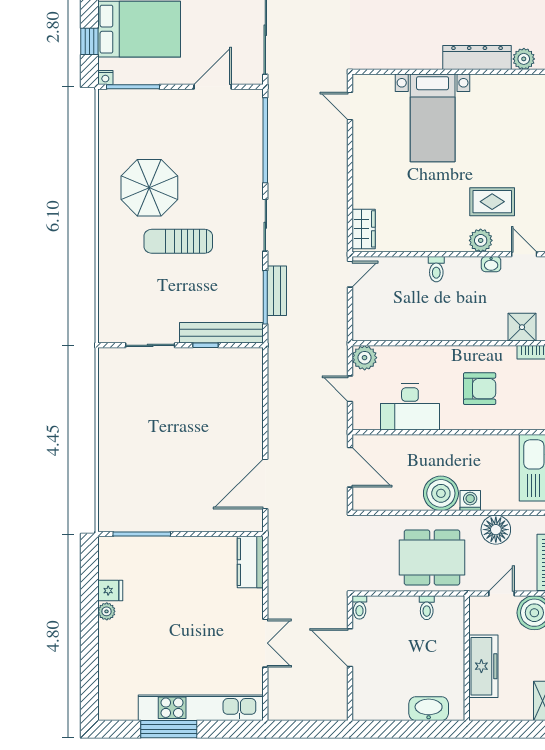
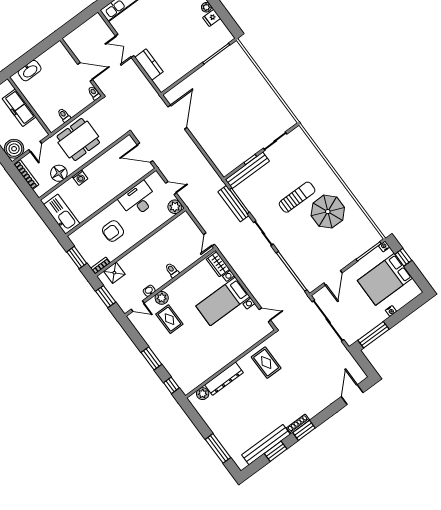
rug: (399, 36) -> (266, 363), added
bed with nightstands: (433, 118) -> (223, 301), moved, turned -90
rug: (492, 202) -> (169, 319), turned 90
bench: (277, 291) -> (233, 204), width x1.36
boiler: (441, 493) -> (96, 171), removed
kitchen counter: (250, 562) -> (149, 64), moved

